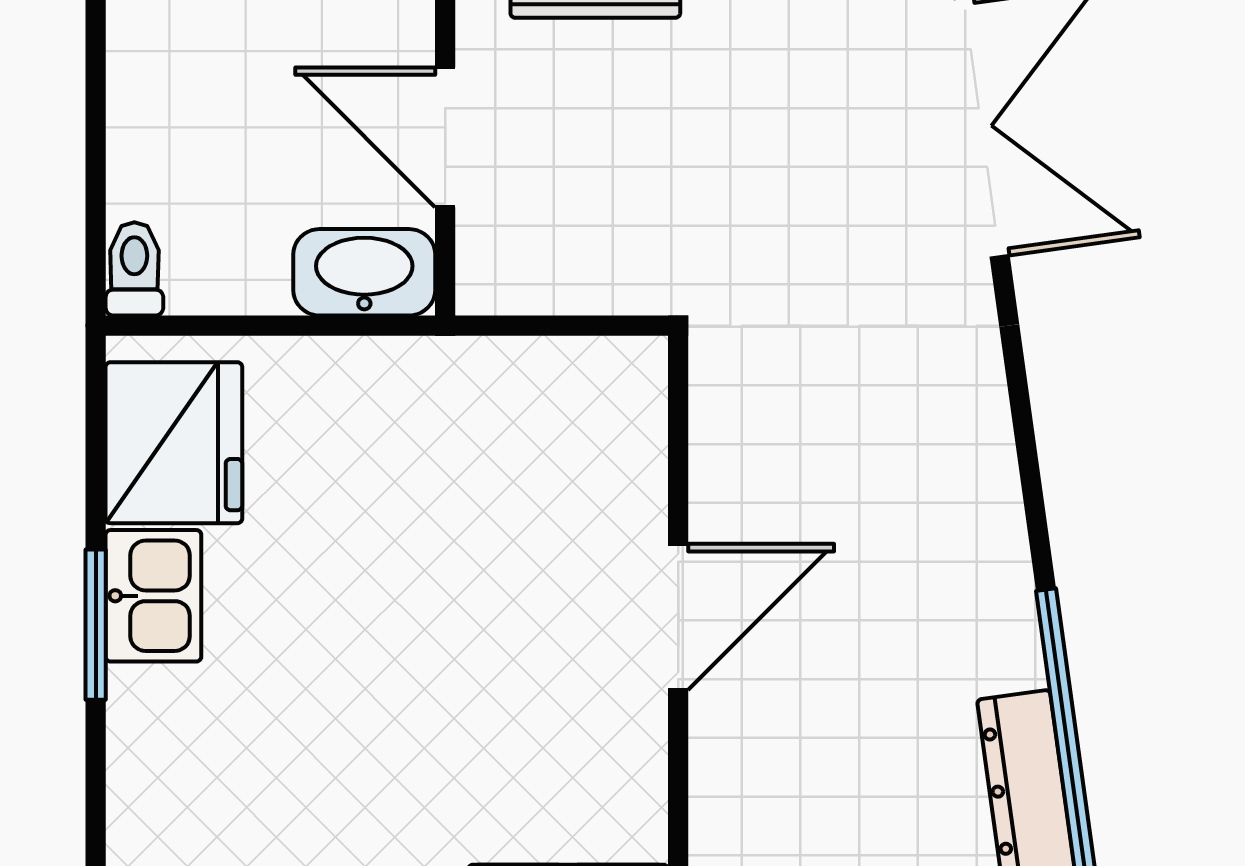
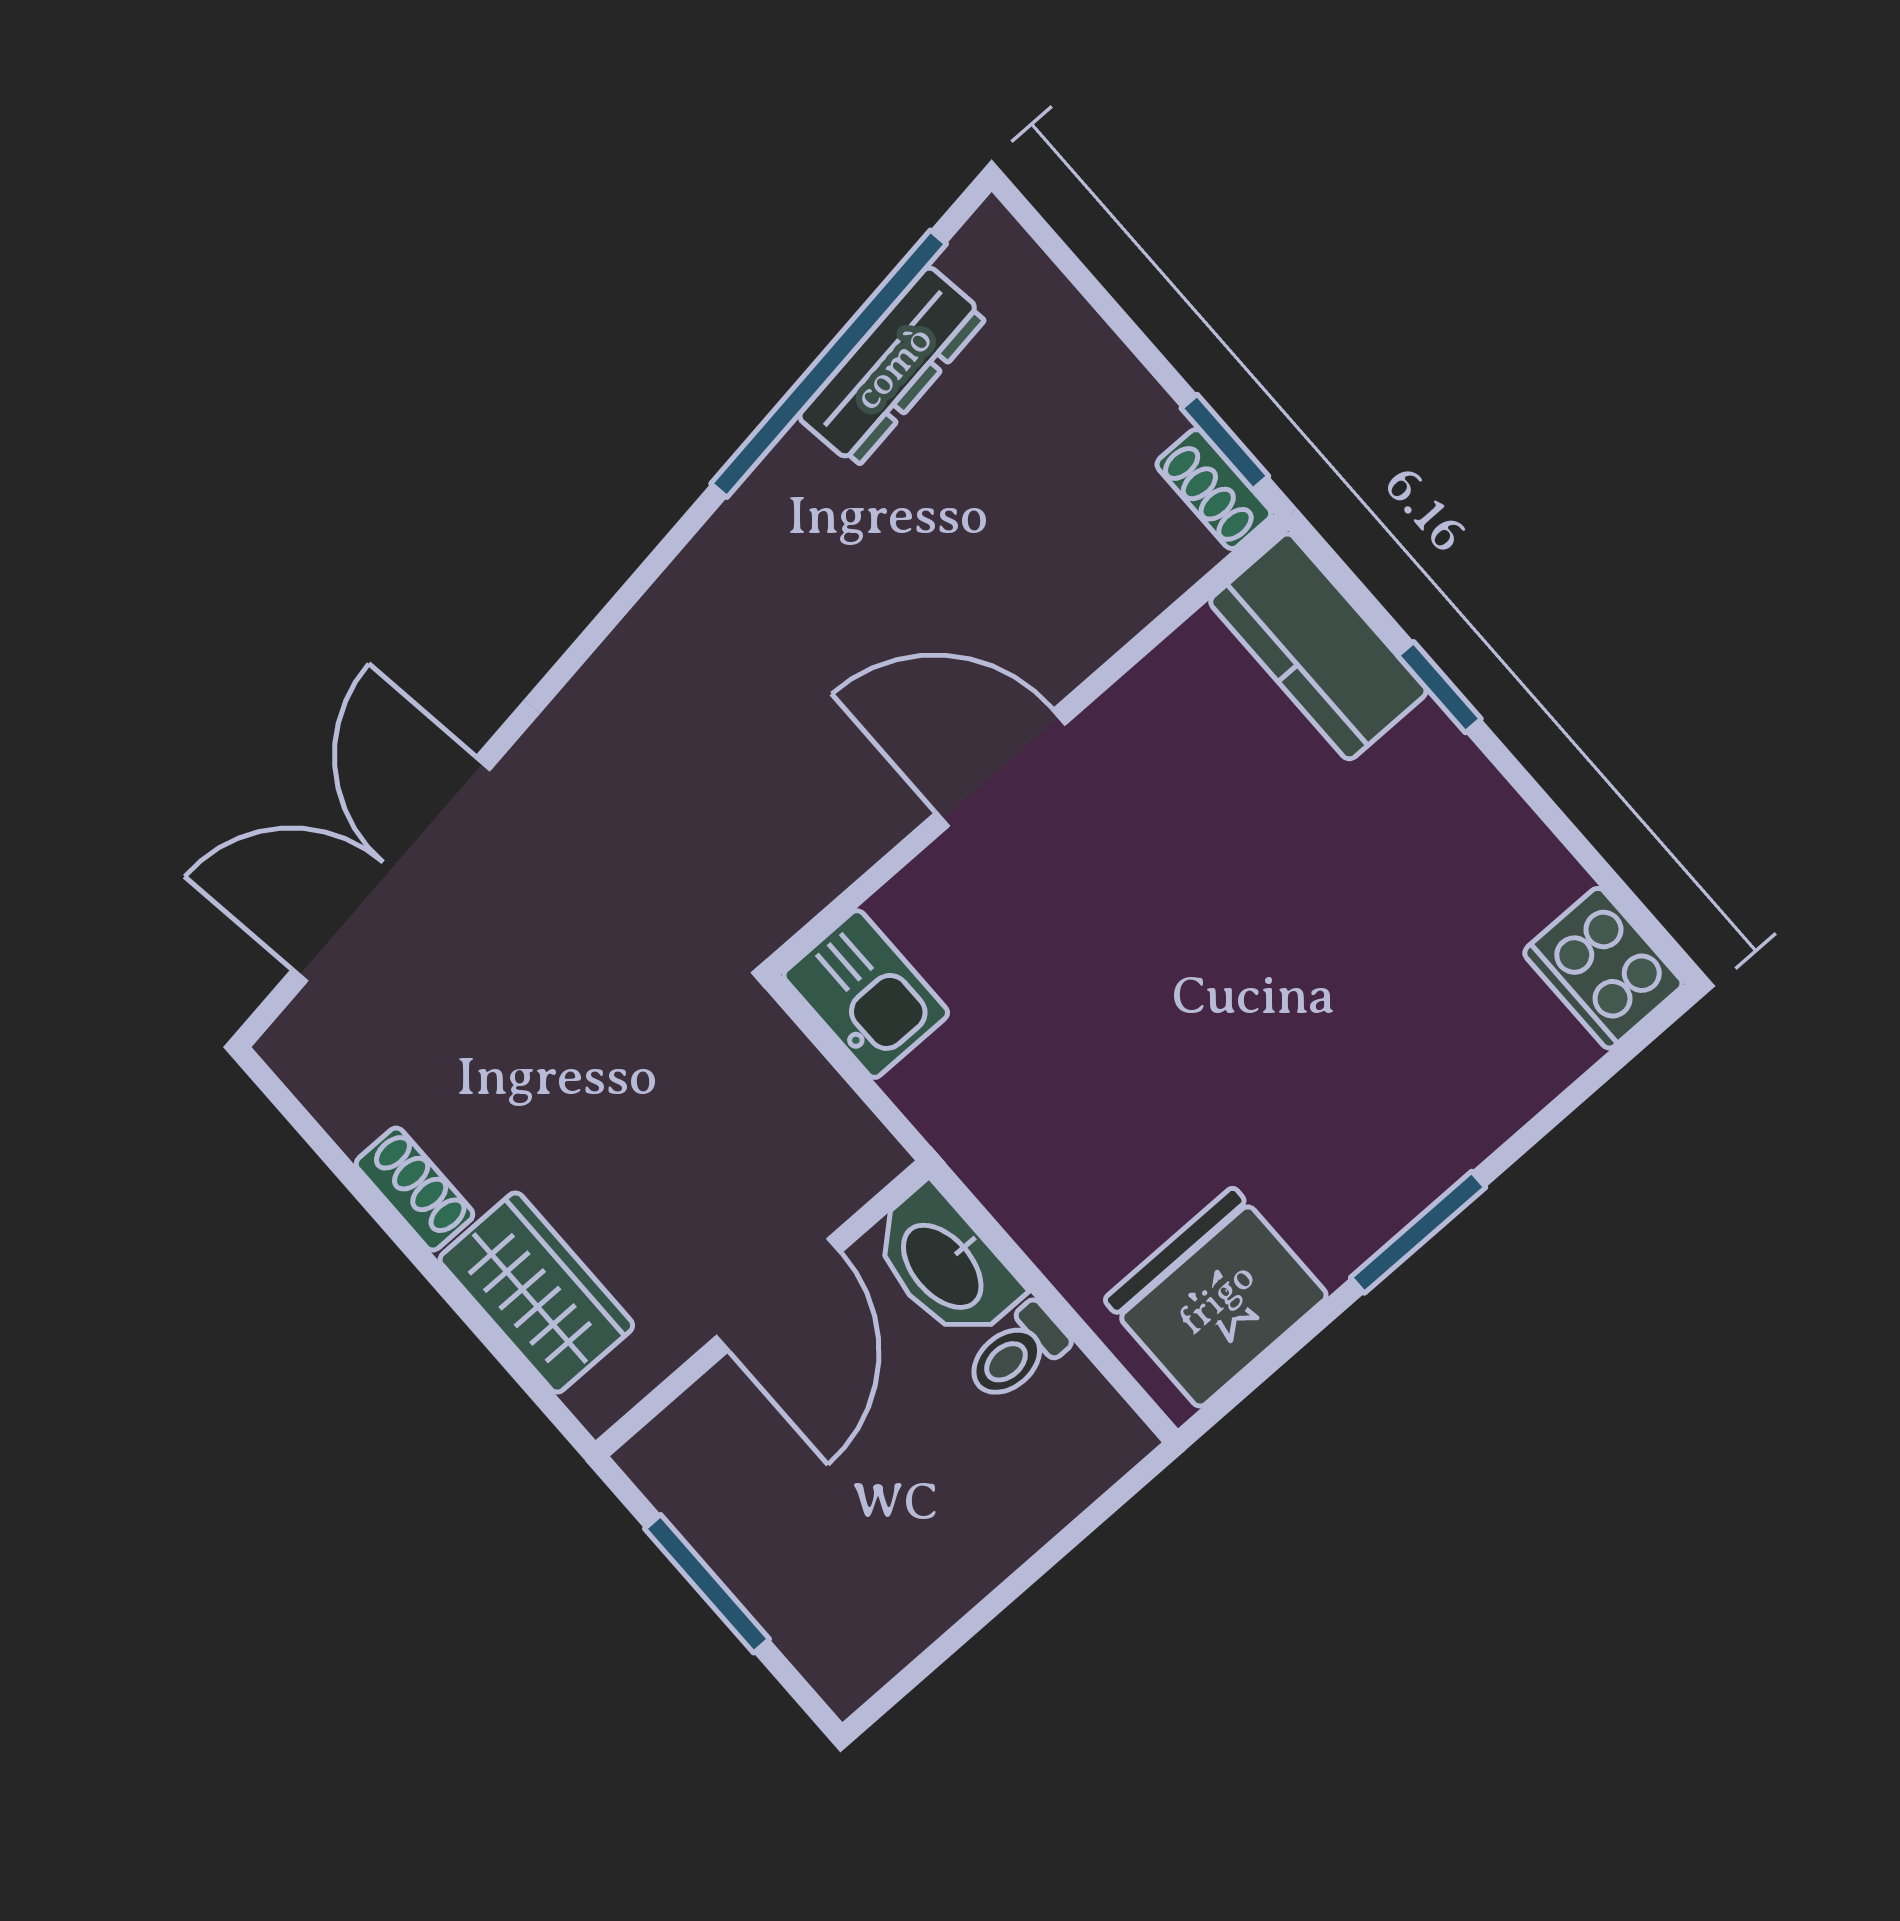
toilet: (134, 269) -> (1017, 1353), moved
kitchen sink: (153, 596) -> (866, 994), moved, turned 90

